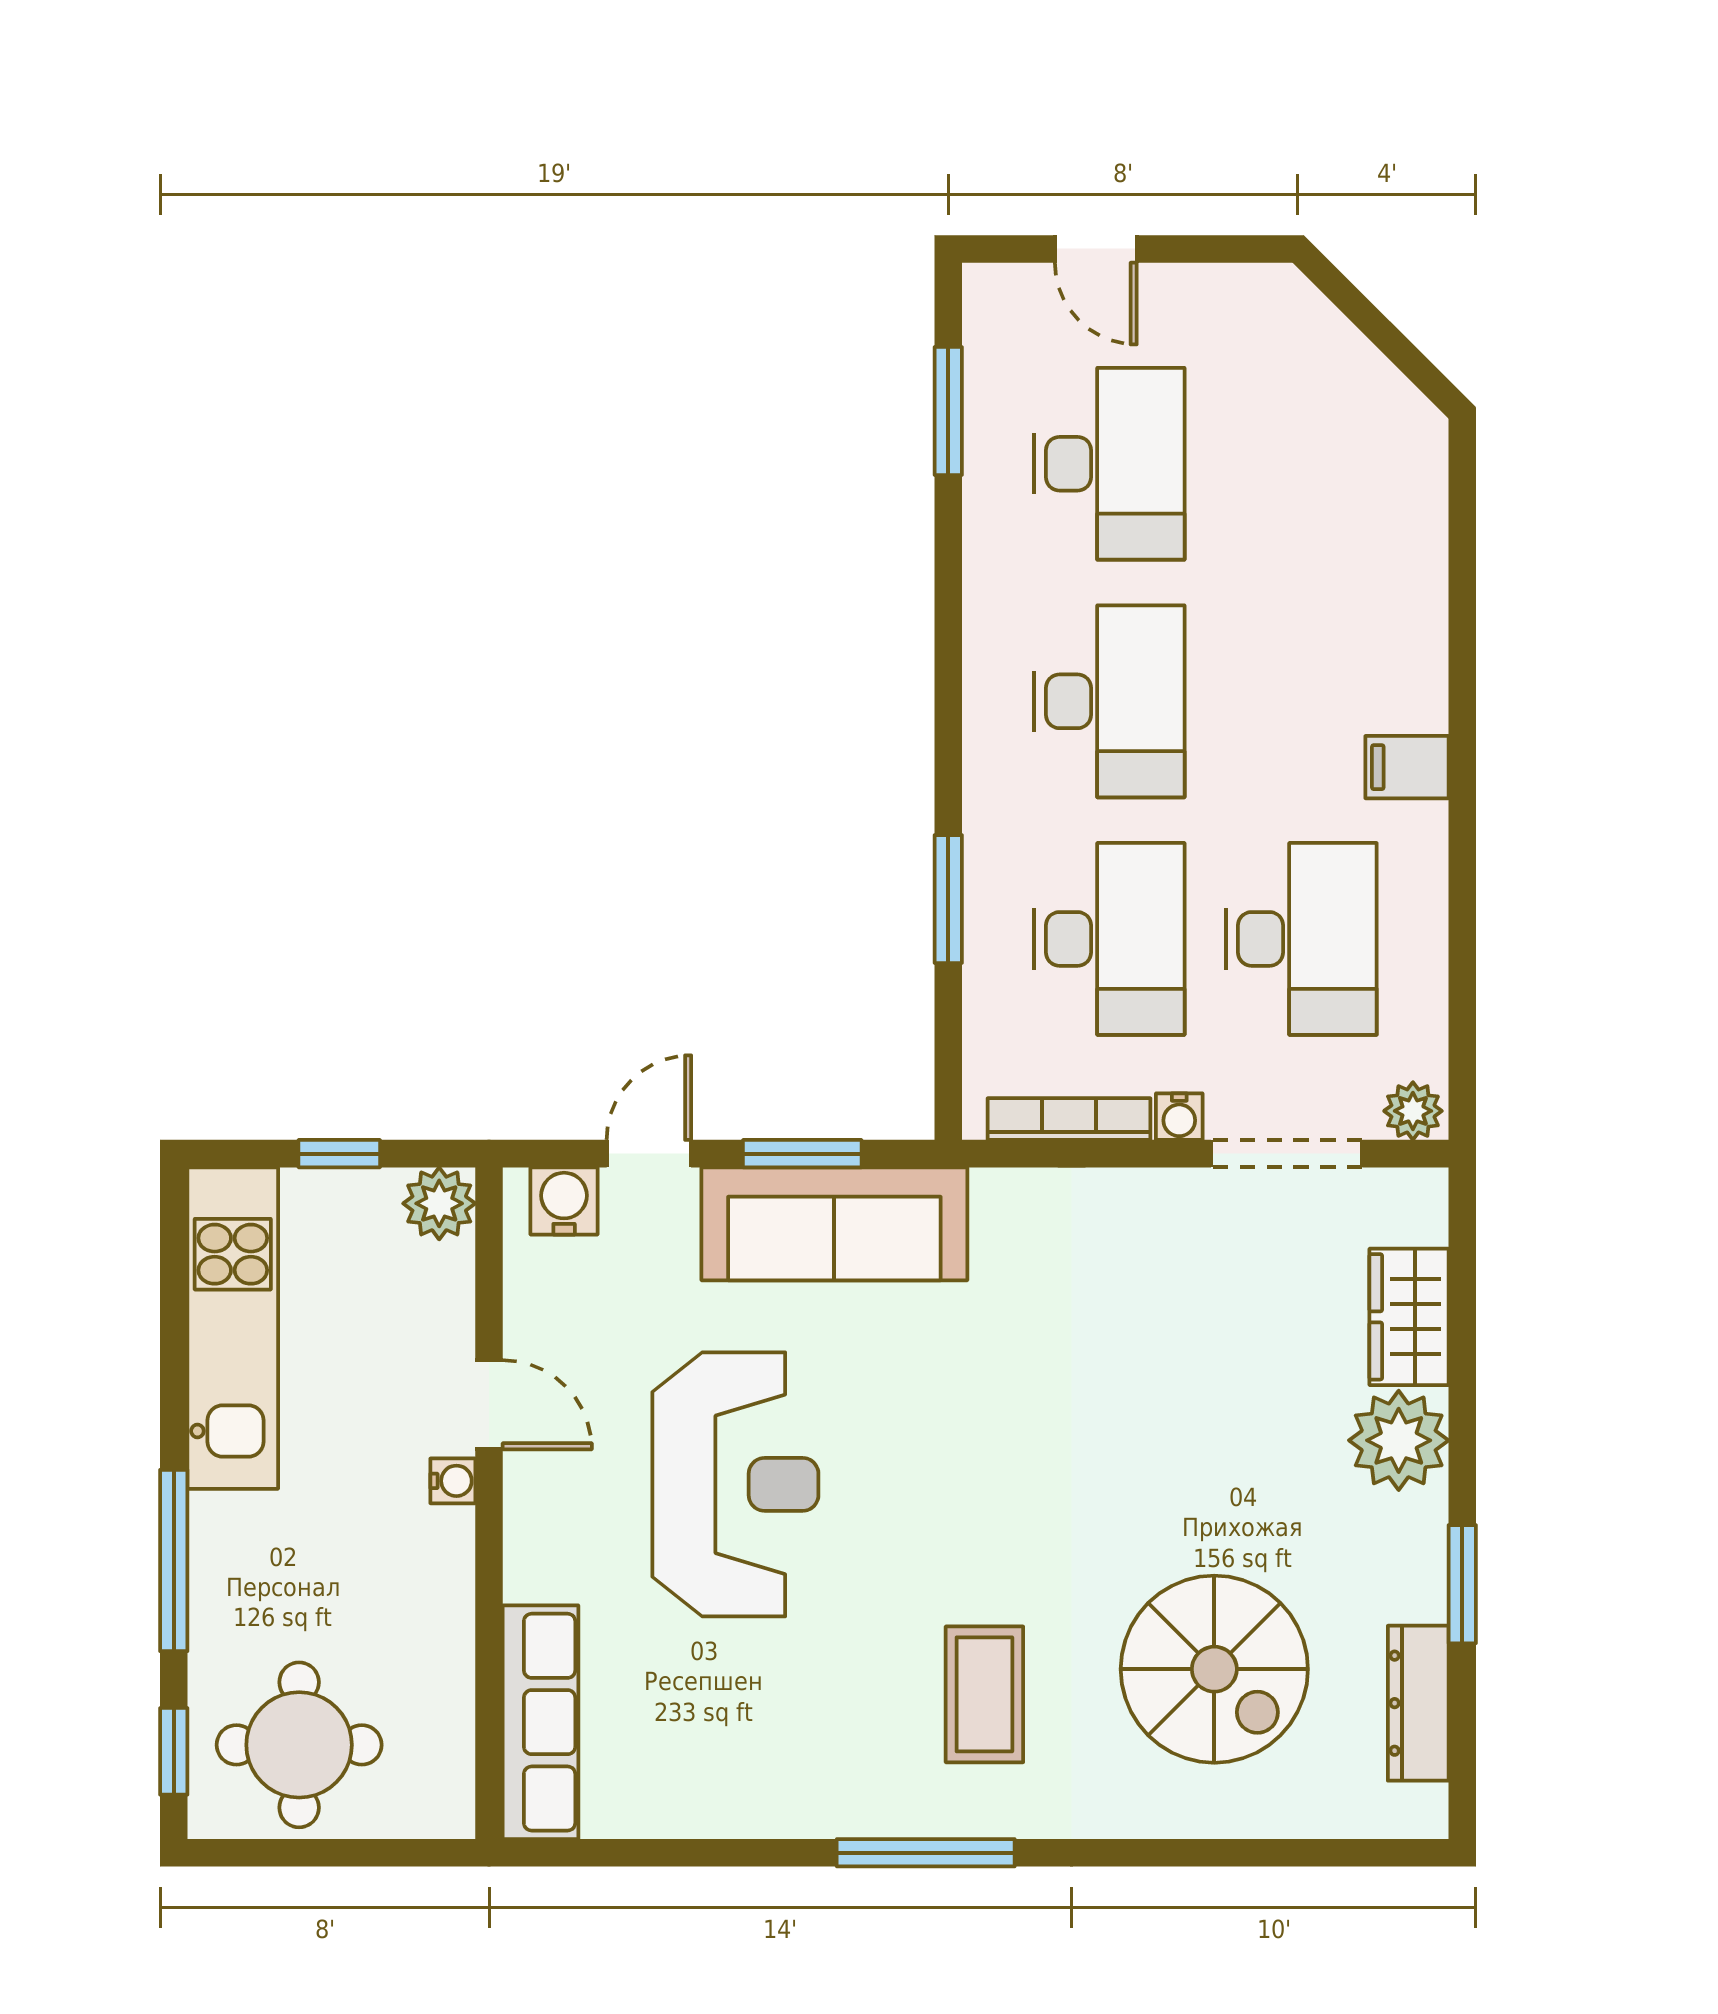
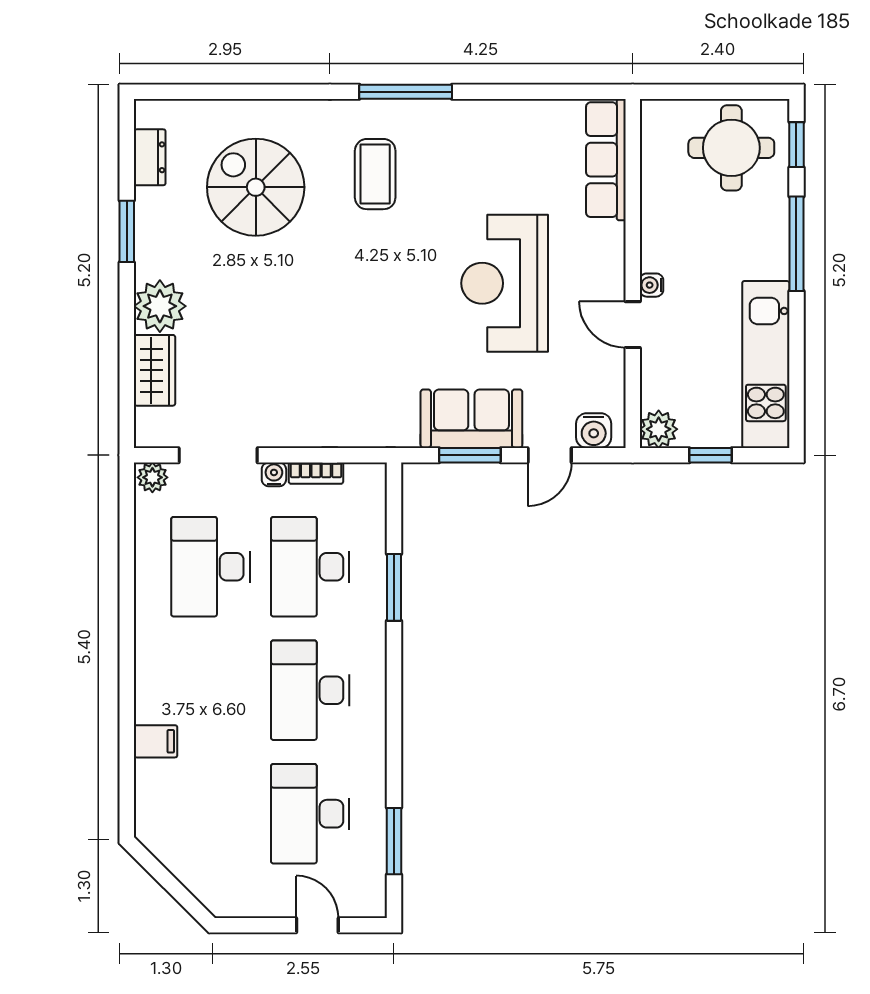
filing cabinet: (1407, 767) -> (156, 741), moved
bookcase: (1069, 1119) -> (316, 473), width x0.64
sofa: (834, 1224) -> (471, 419), width x0.73
dresser: (1418, 1703) -> (150, 157), width x0.70

